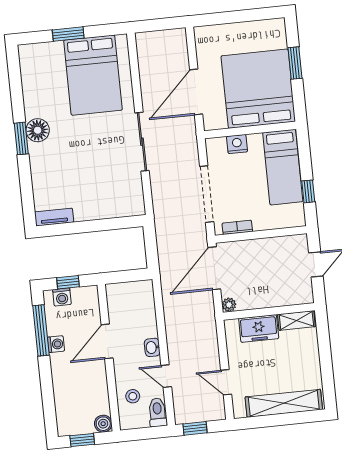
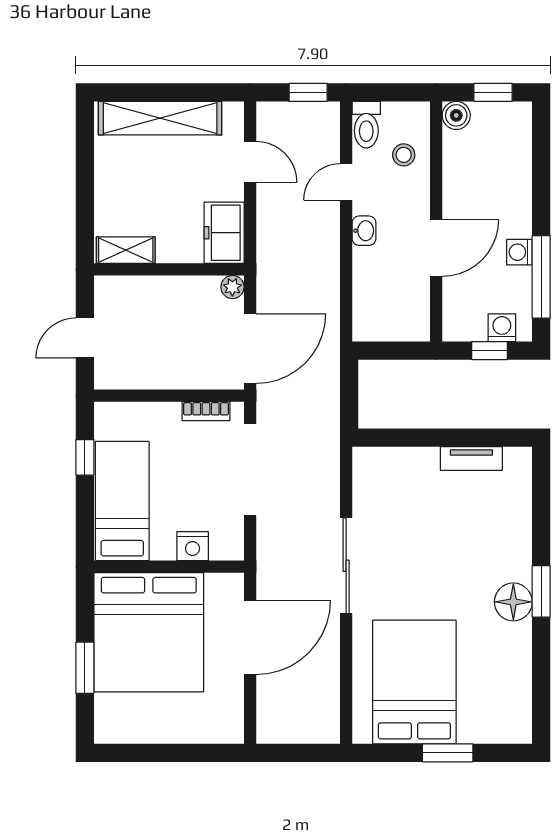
tv unit: (54, 217) -> (471, 458), moved
freezer: (259, 329) -> (224, 233), moved, turned -90
door: (166, 376) -> (346, 182), swing flipped

